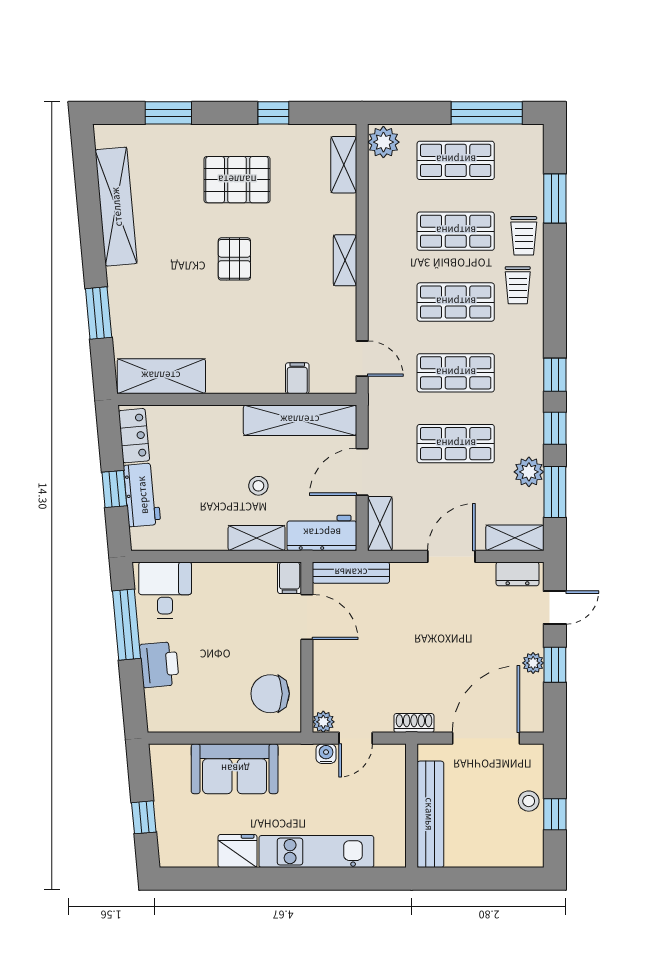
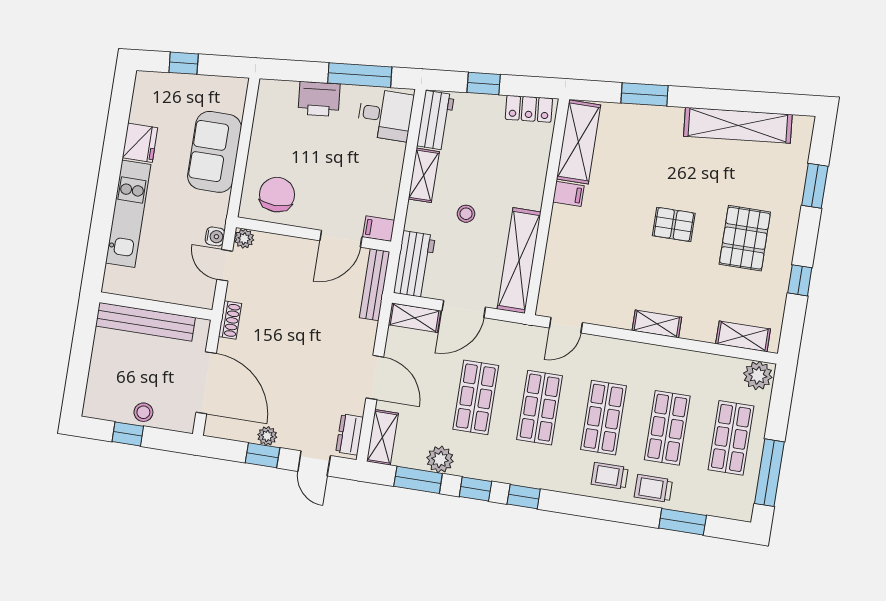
filing cabinet: (297, 378) -> (568, 194), moved
door: (362, 472) -> (464, 309), swing flipped
workbench: (142, 495) -> (435, 120), moved, turned -85
shelving: (257, 538) -> (424, 175), moved

